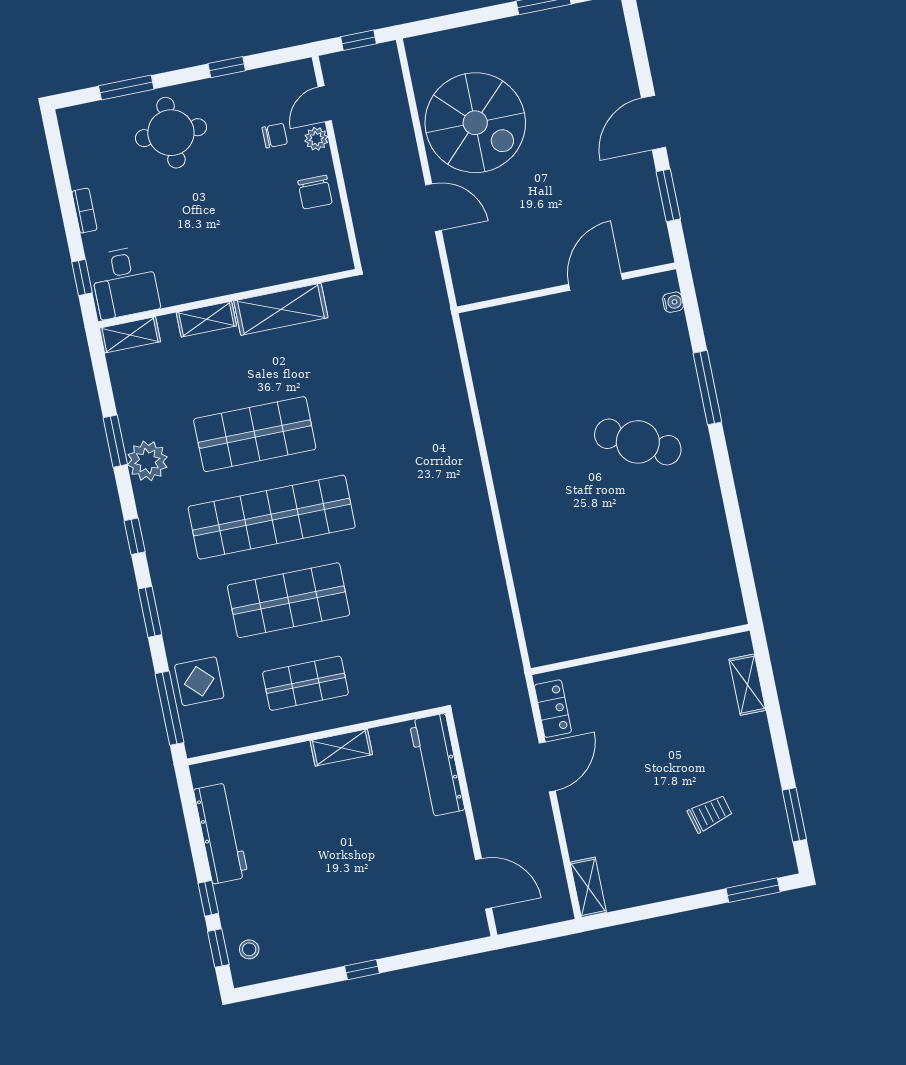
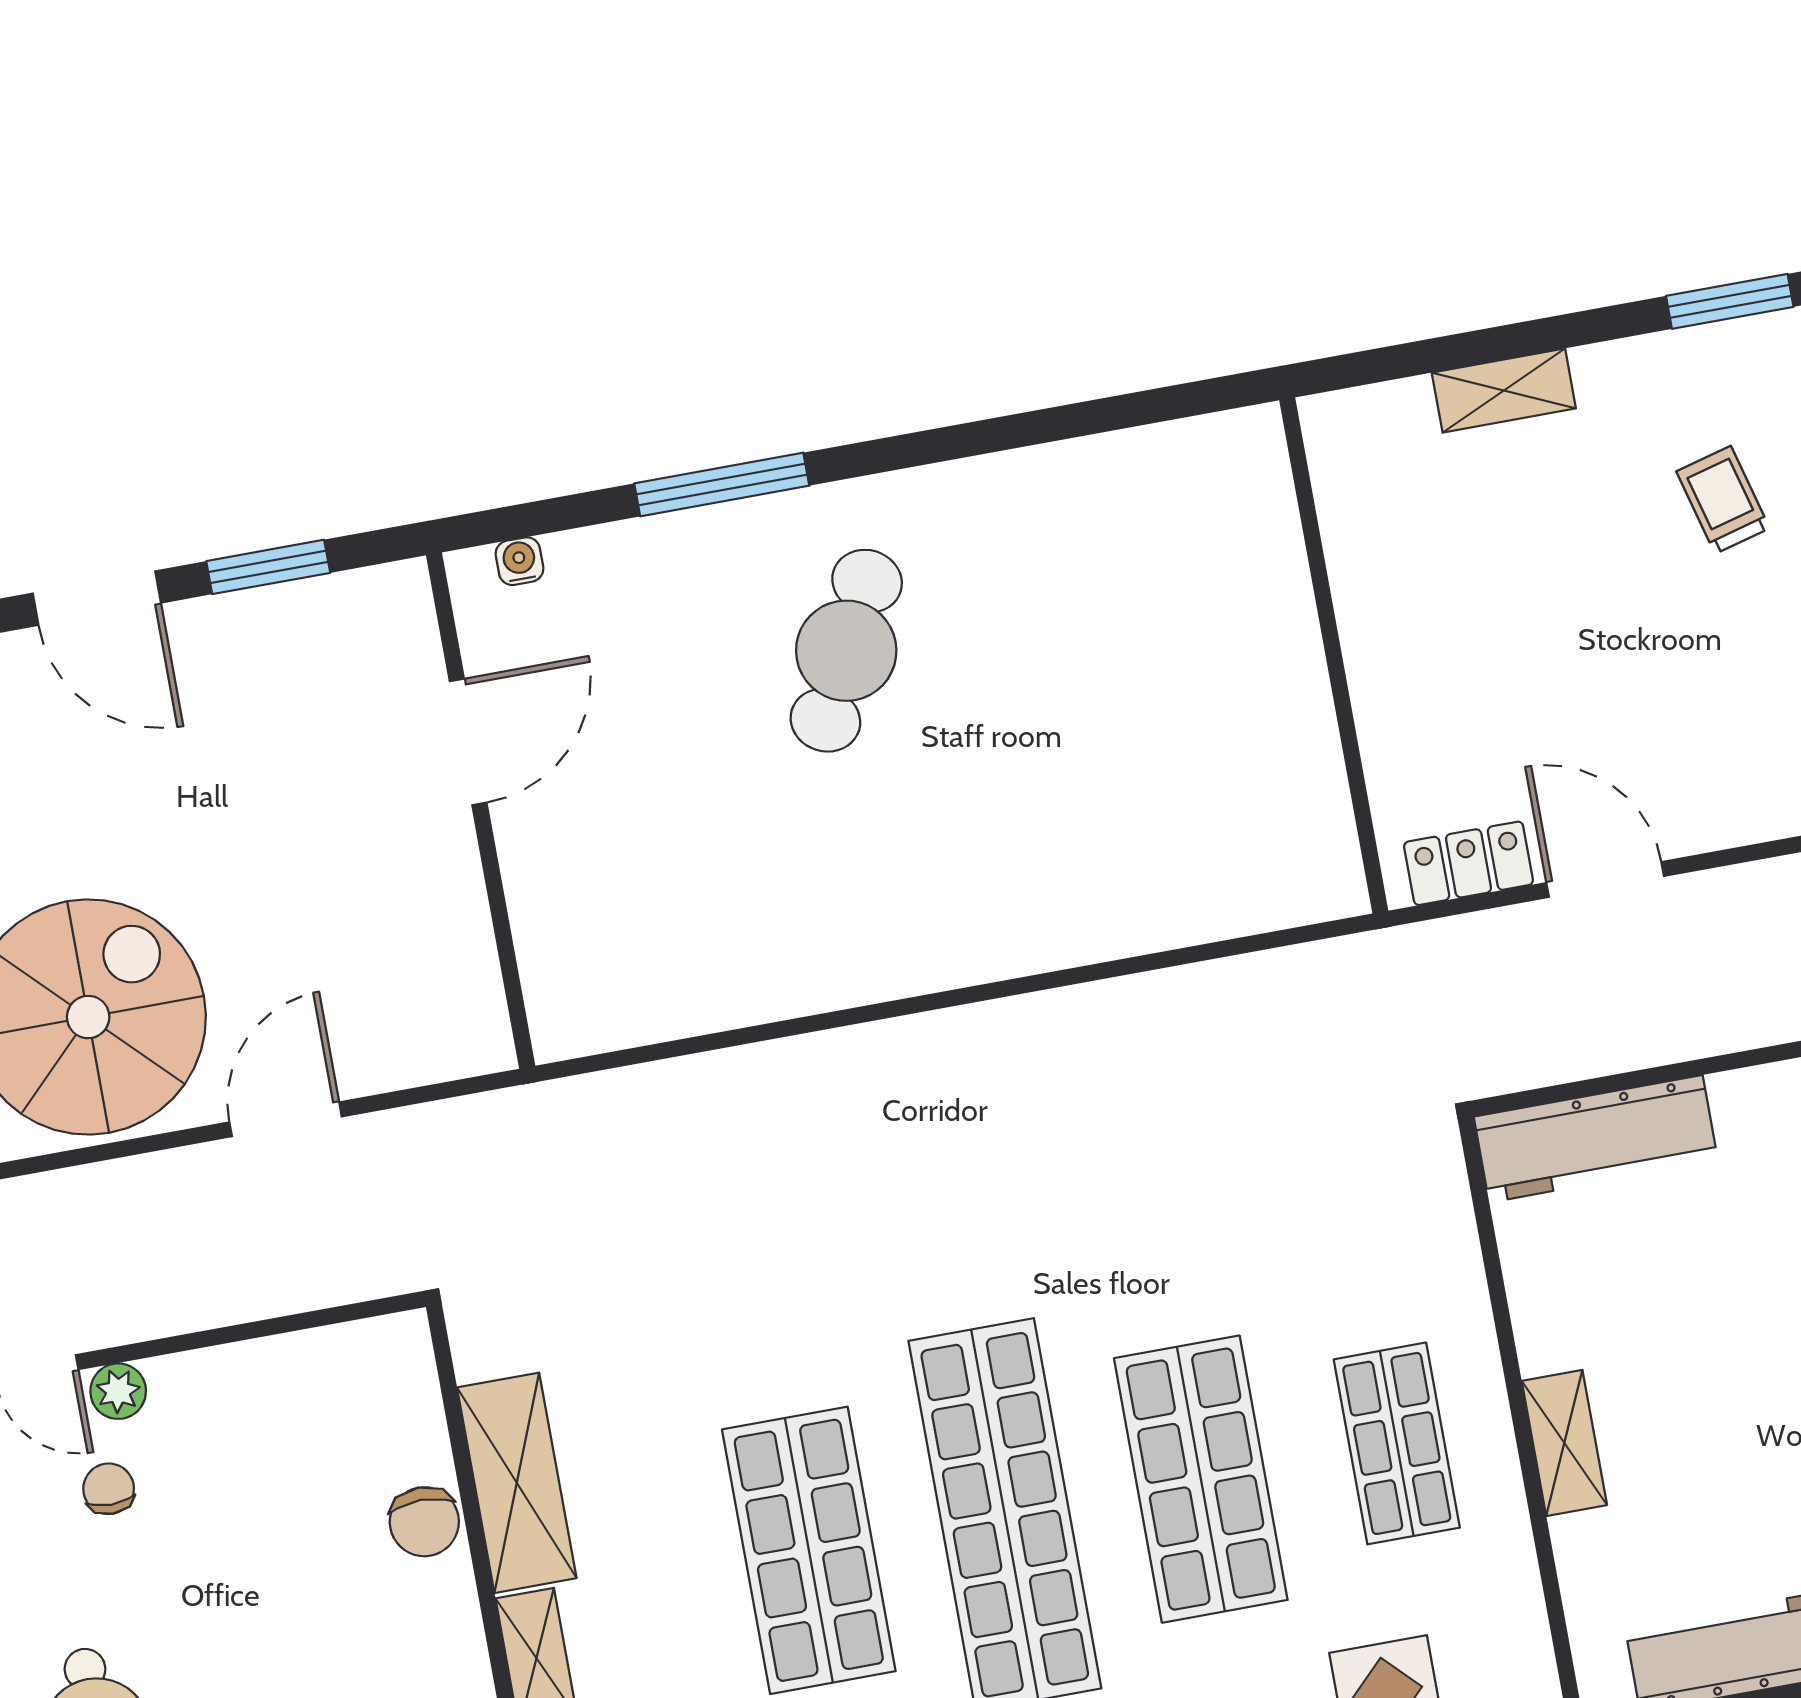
chair: (315, 192) -> (424, 1522), moved, turned 90
door: (596, 282) -> (468, 742), swing flipped
shelving: (747, 685) -> (1504, 391), moved
shelving: (341, 748) -> (1564, 1443), moved

